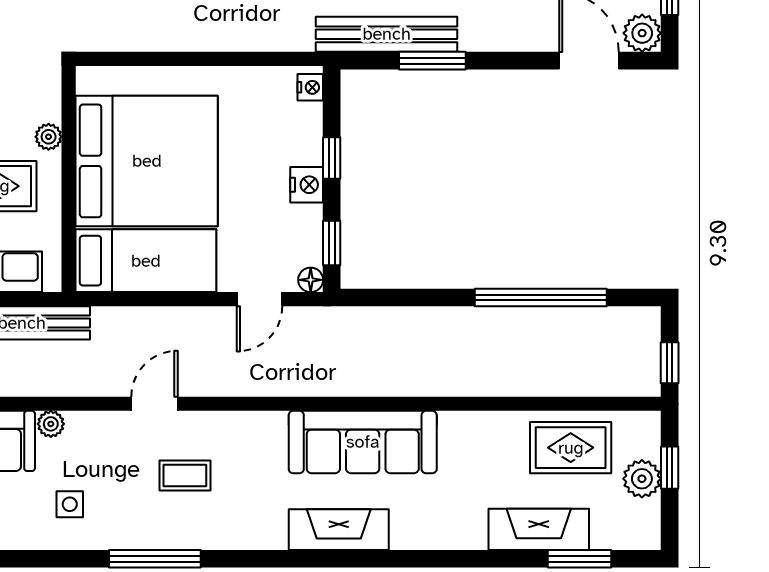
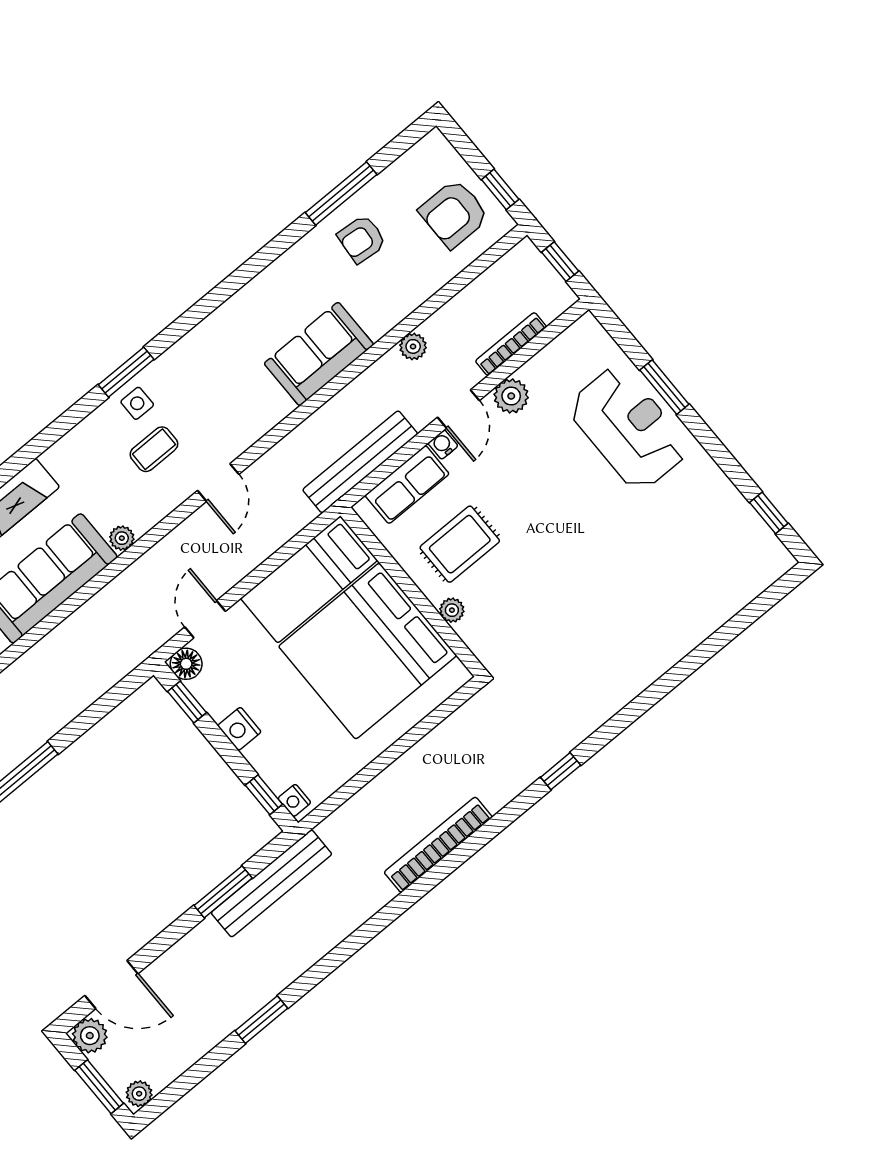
window: (332, 158) -> (264, 795), moved
floor lamp: (311, 280) -> (186, 664), width x1.37, depth x1.37
plant: (51, 424) -> (122, 538), moved
side table: (70, 504) -> (137, 403), moved
window: (155, 559) -> (126, 372), width x0.69

